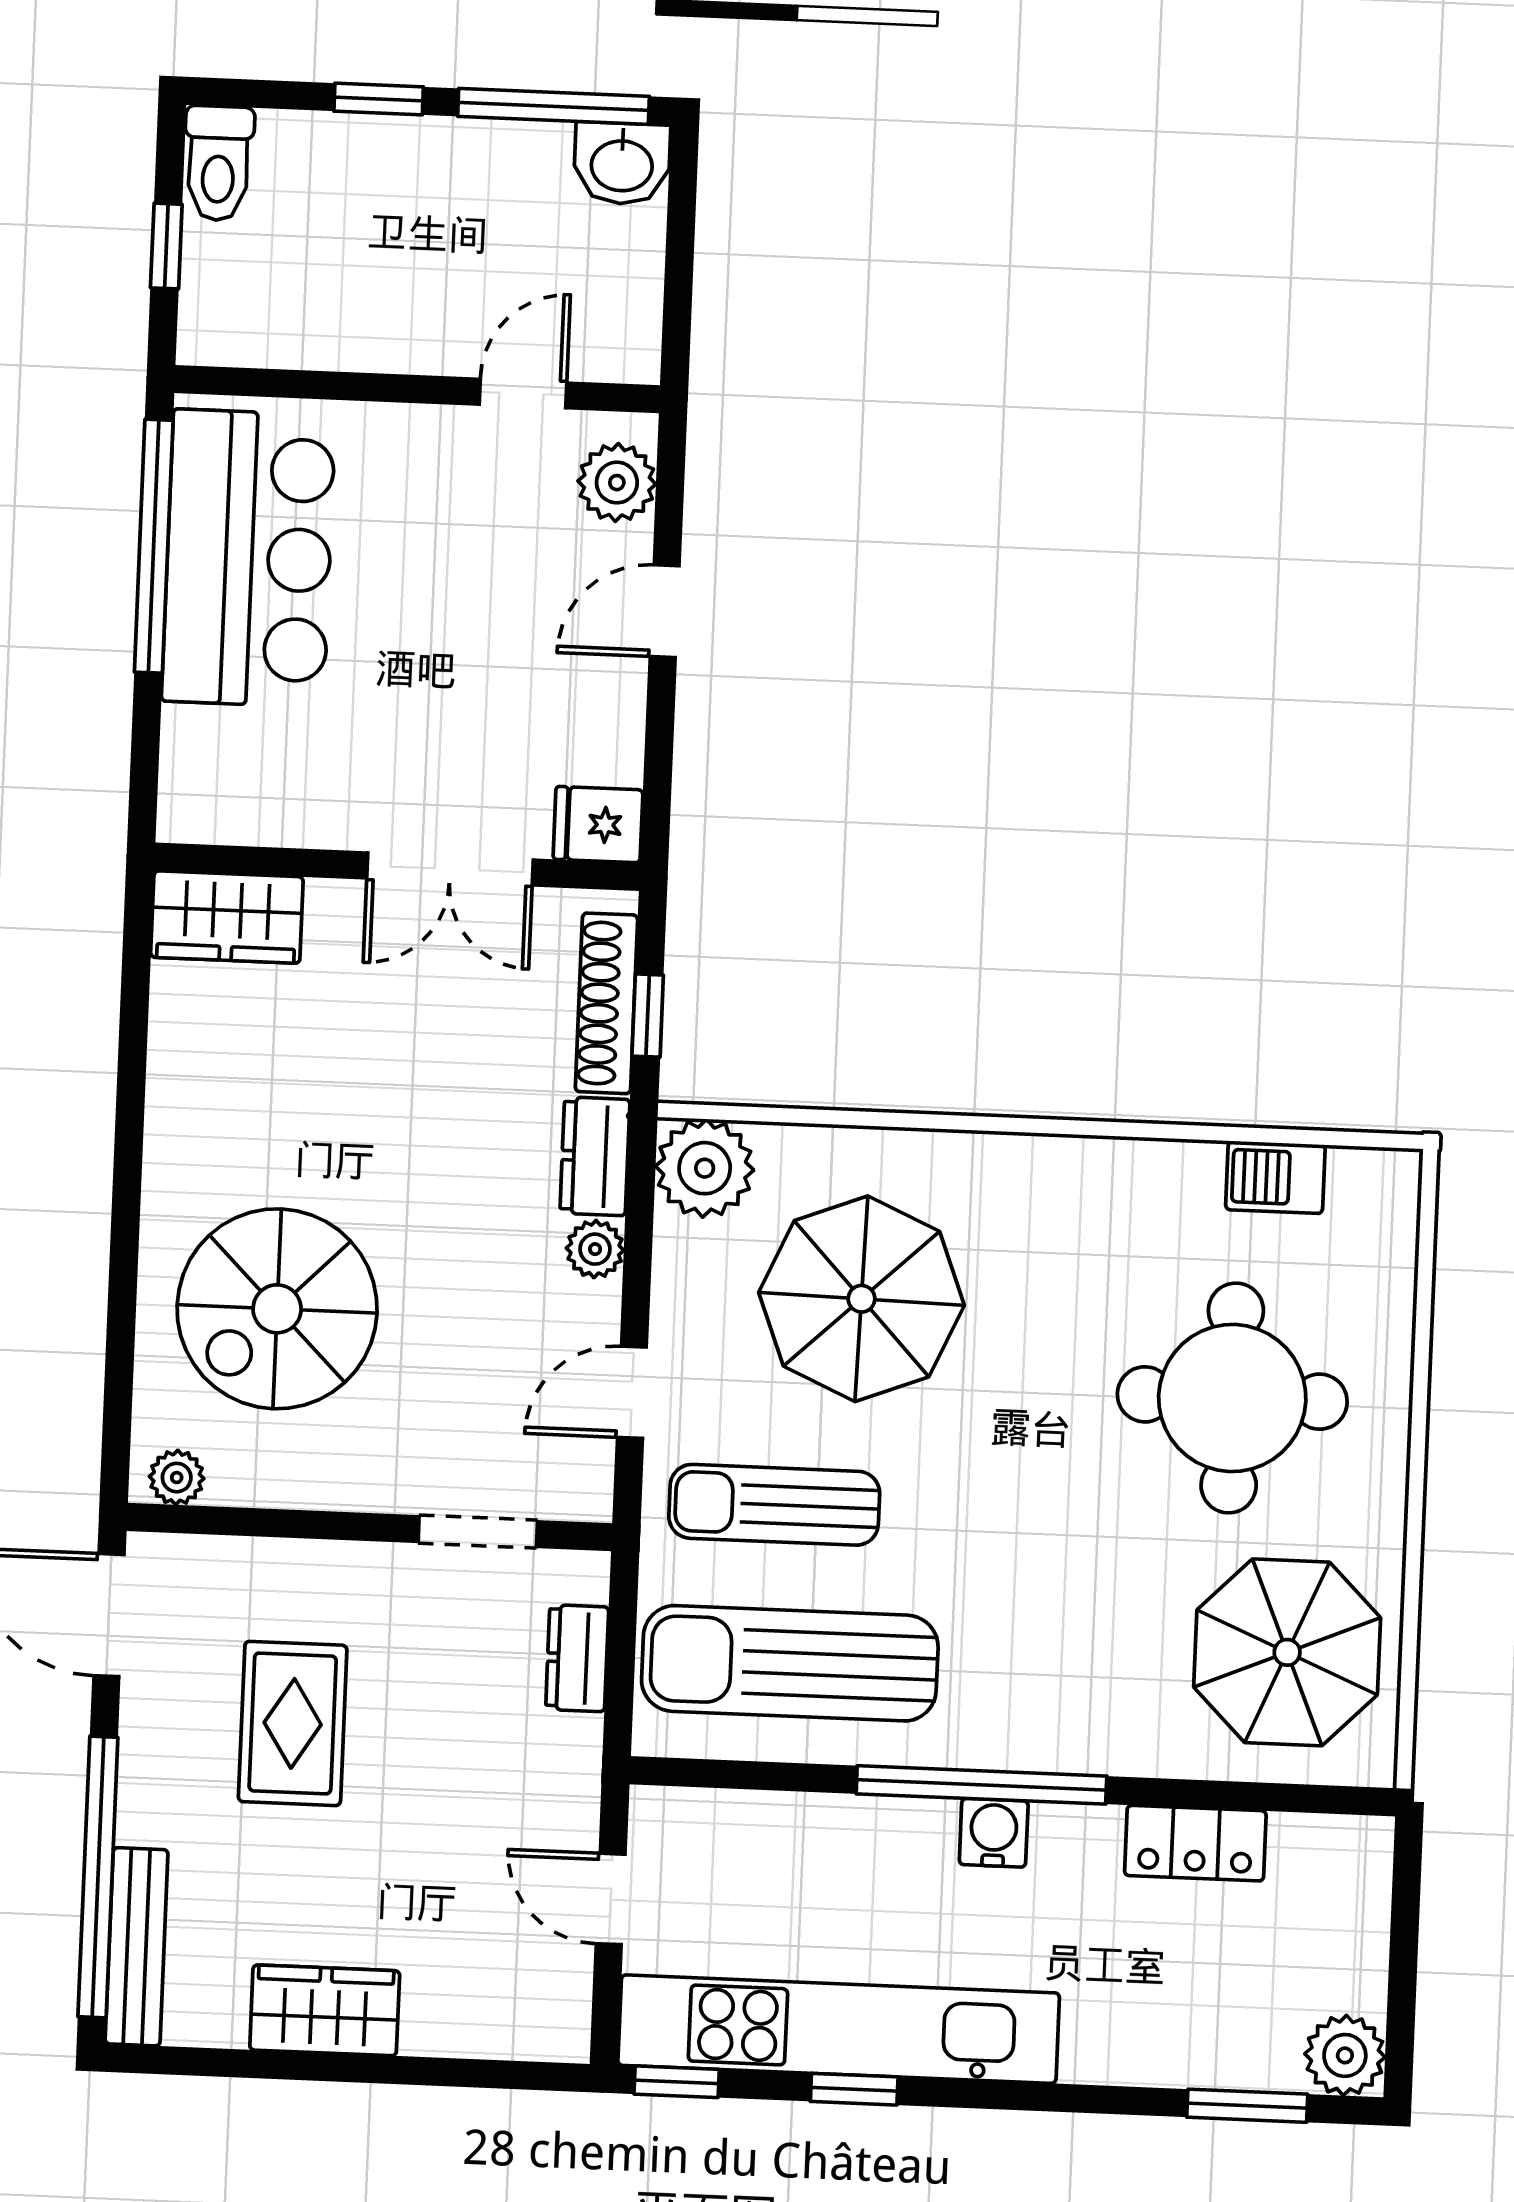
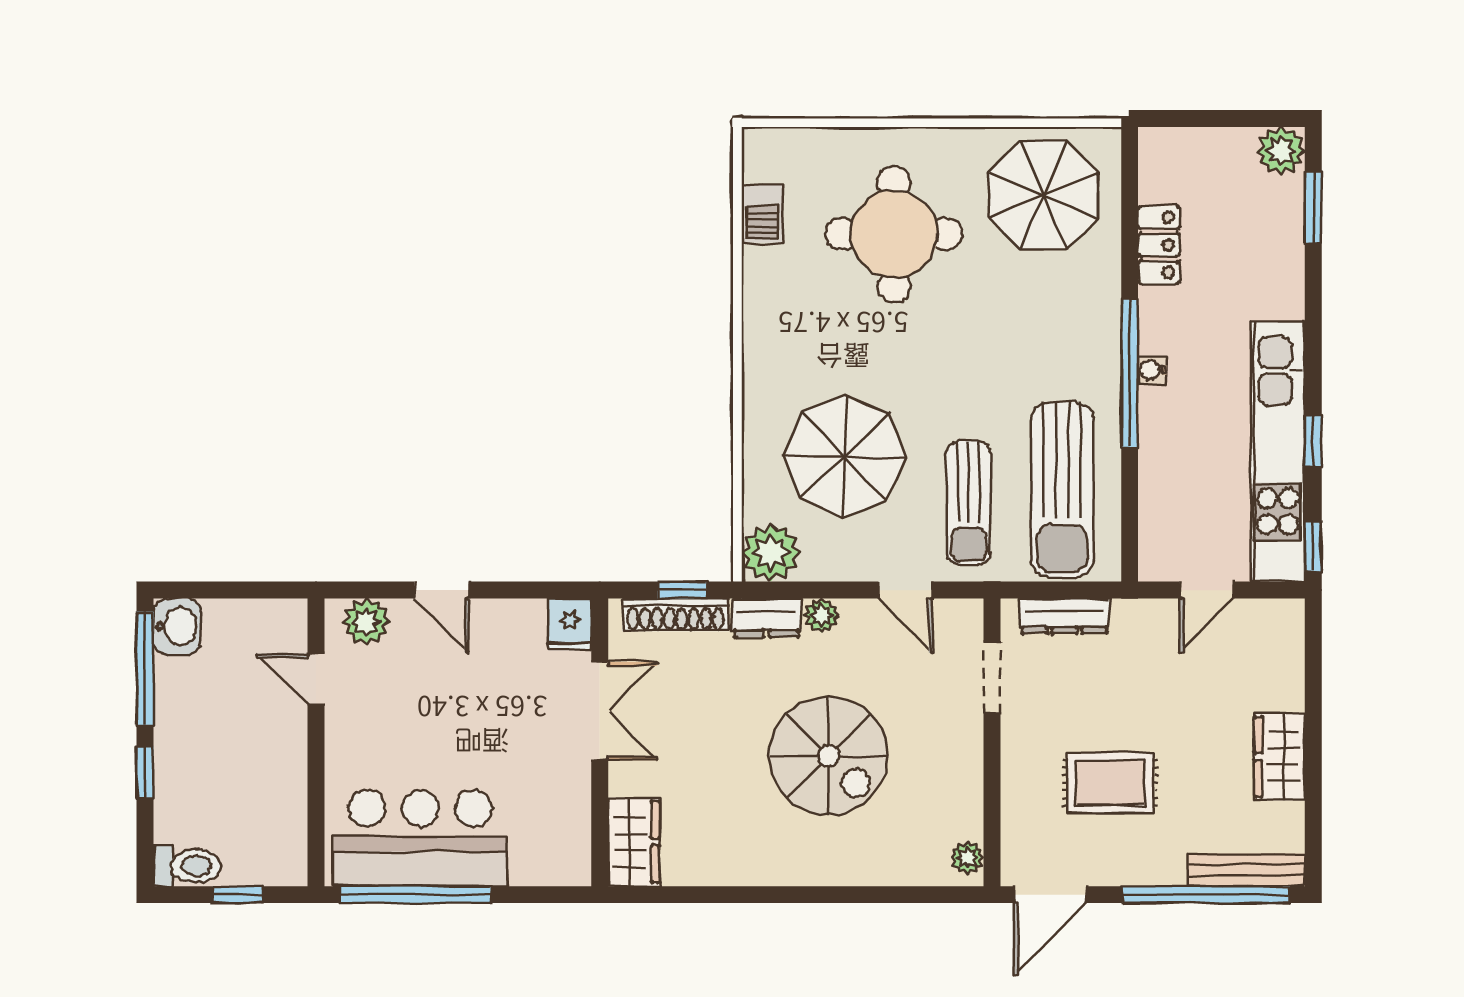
spiral stairs: (277, 1309) -> (828, 756), moved
dresser: (577, 1658) -> (1065, 616), width x1.44
water cooler: (994, 1833) -> (1152, 370), width x0.72, depth x0.72

